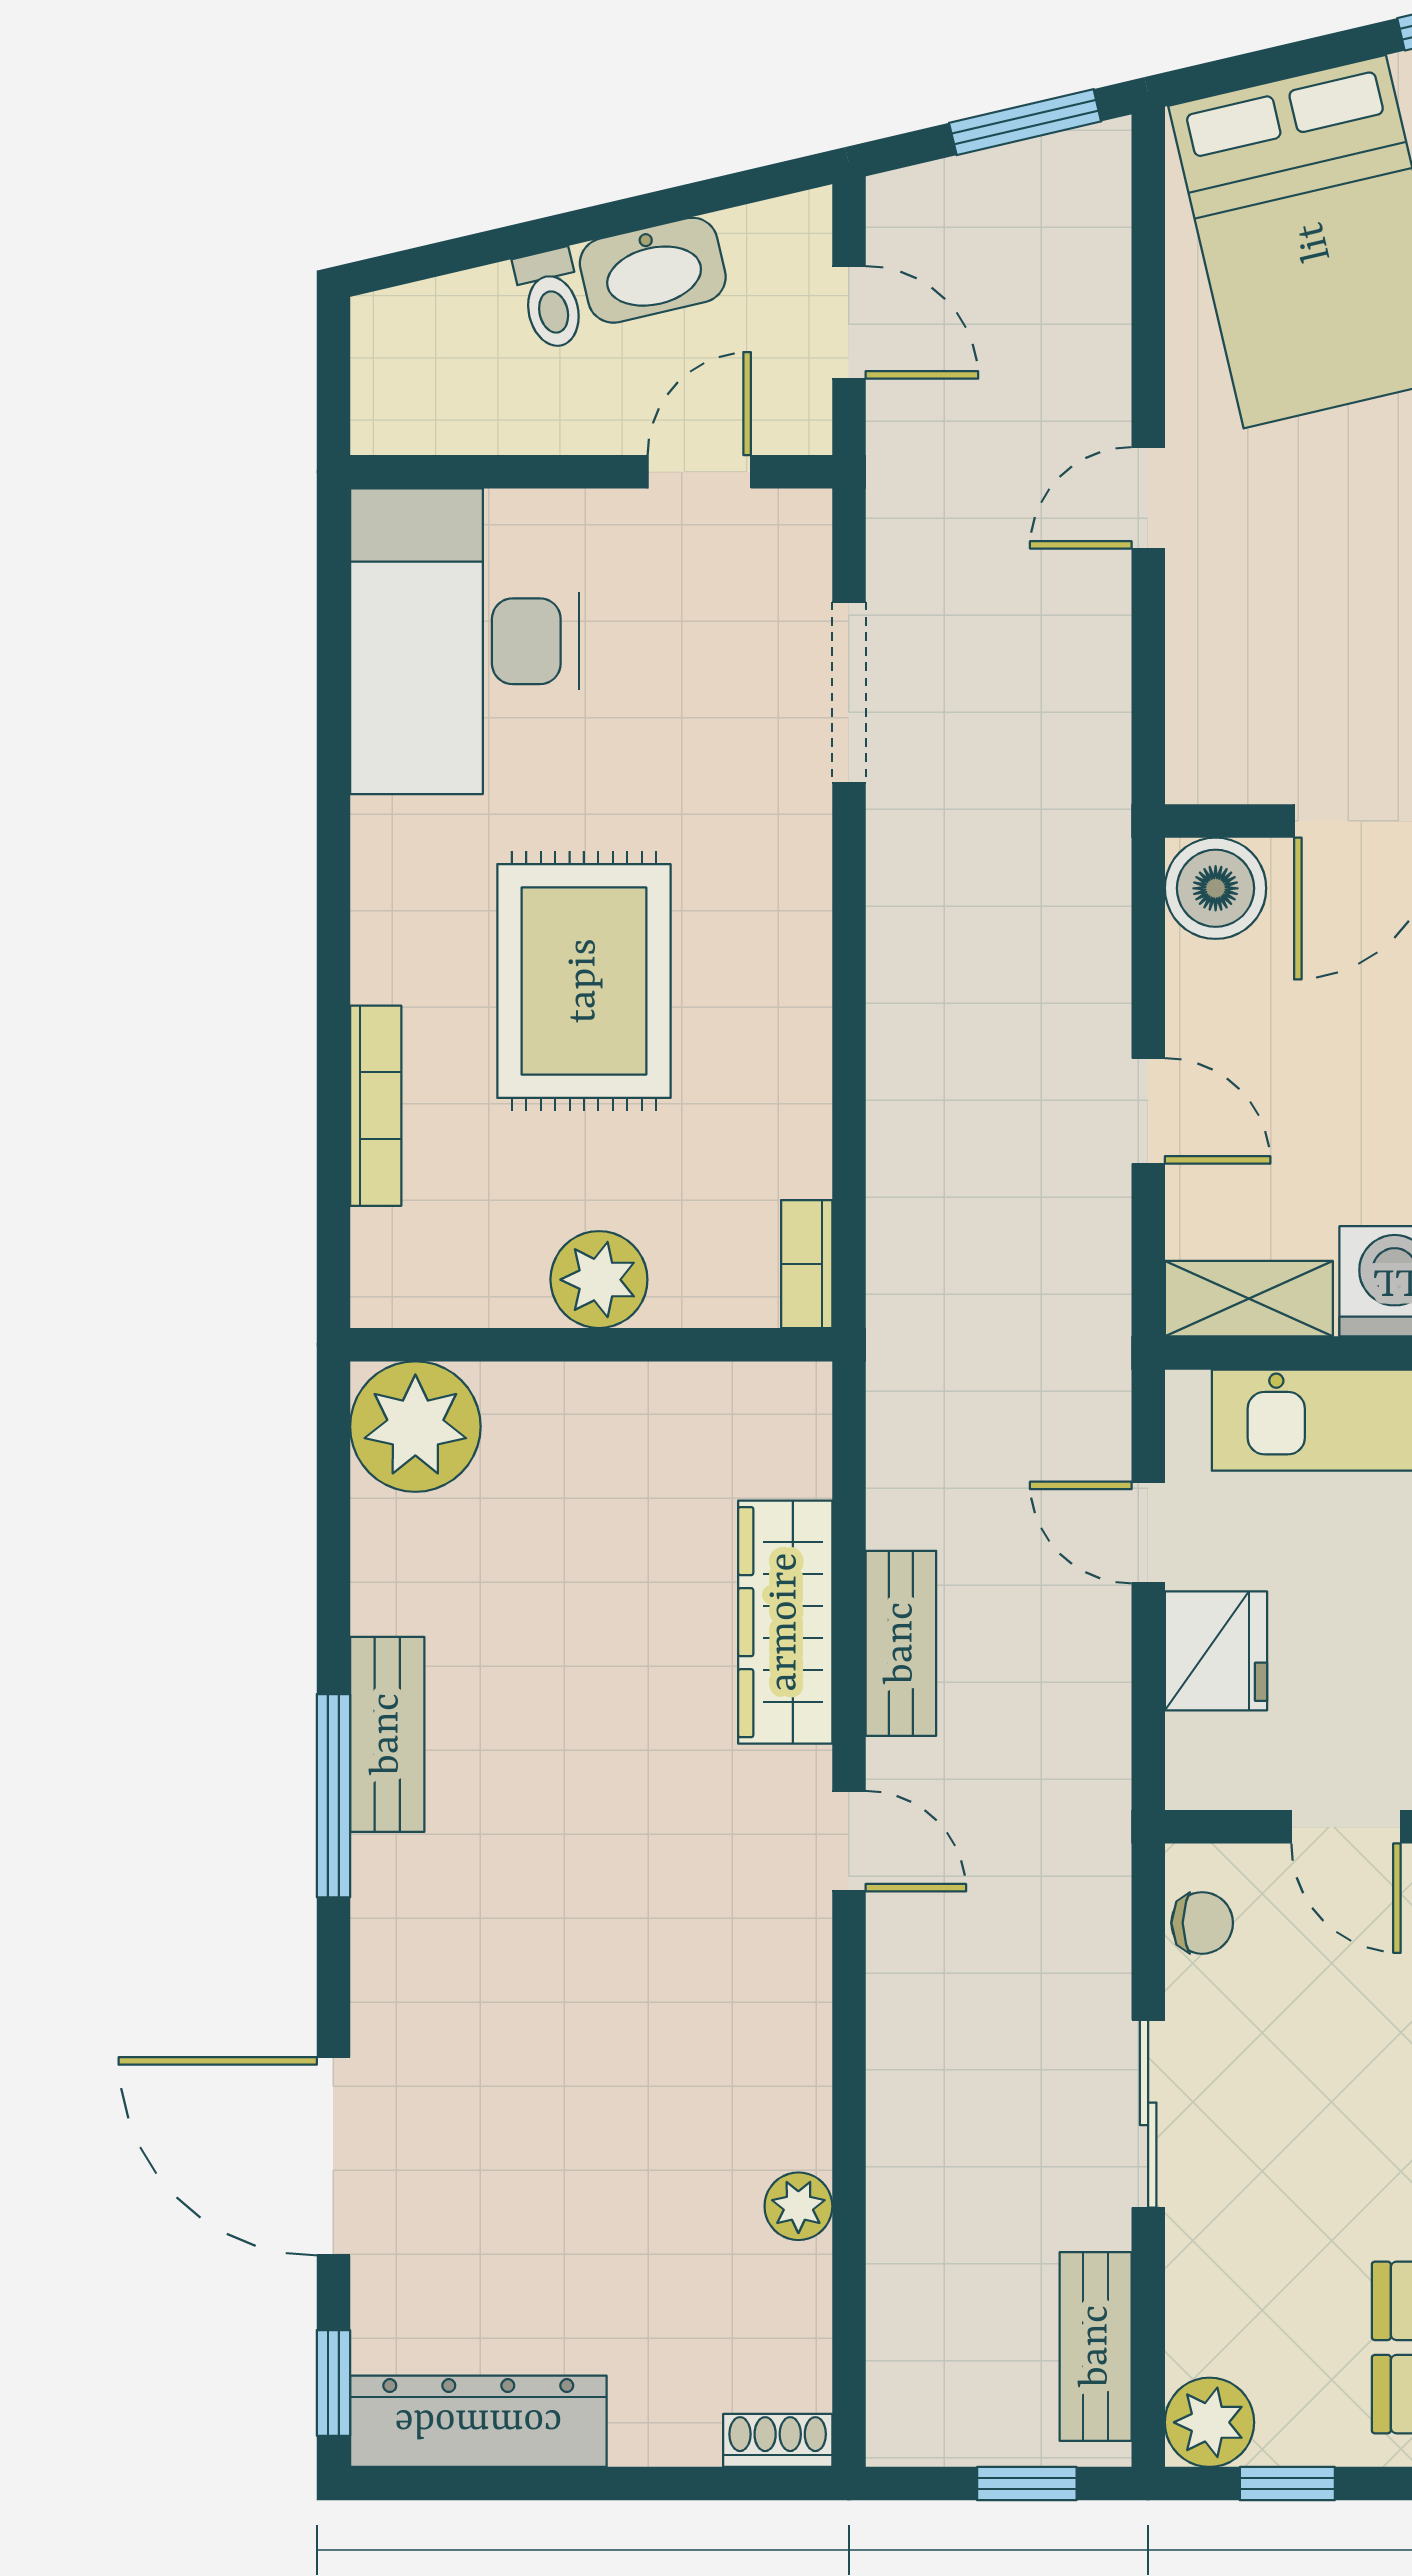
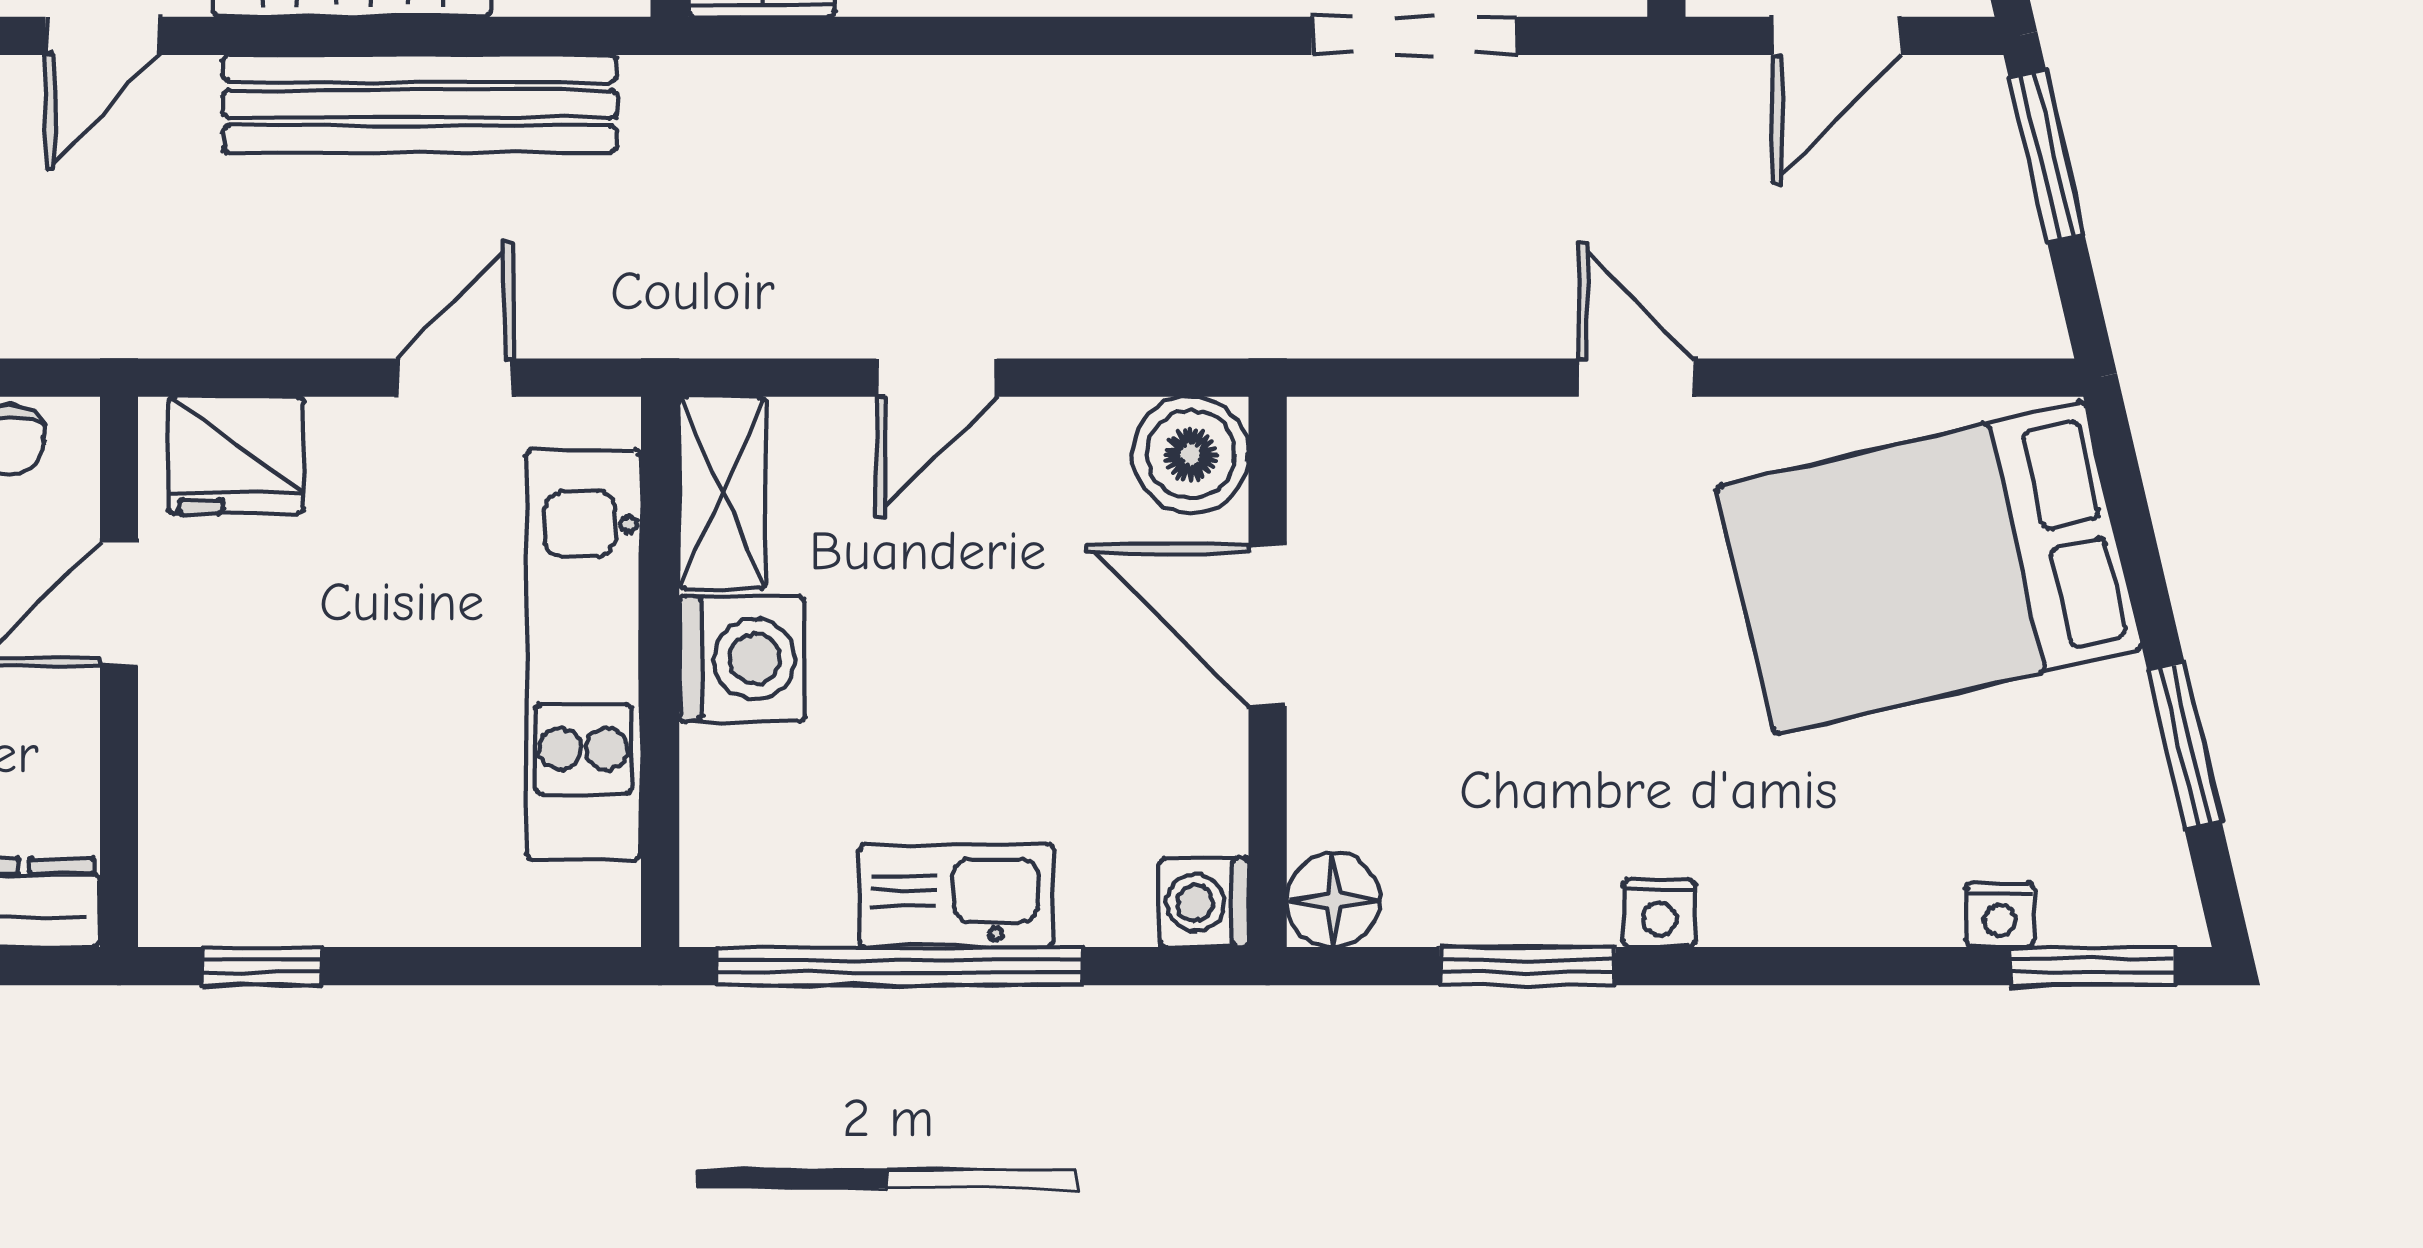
window: (1025, 122) -> (2047, 156), moved
bench: (901, 1643) -> (420, 104), width x1.86, depth x1.21
fridge: (1216, 1651) -> (236, 455), moved

